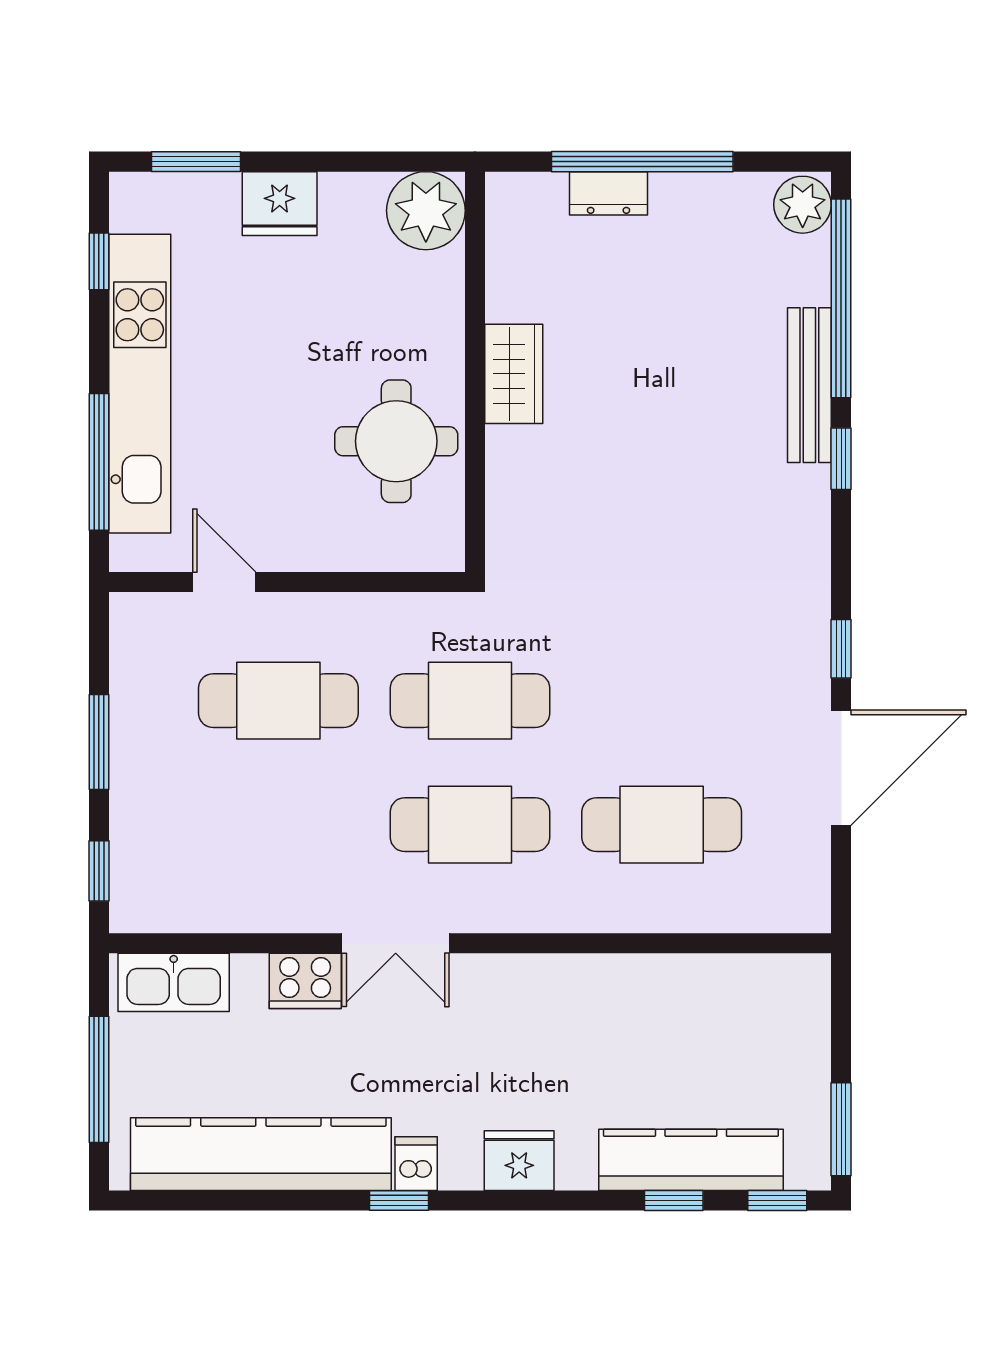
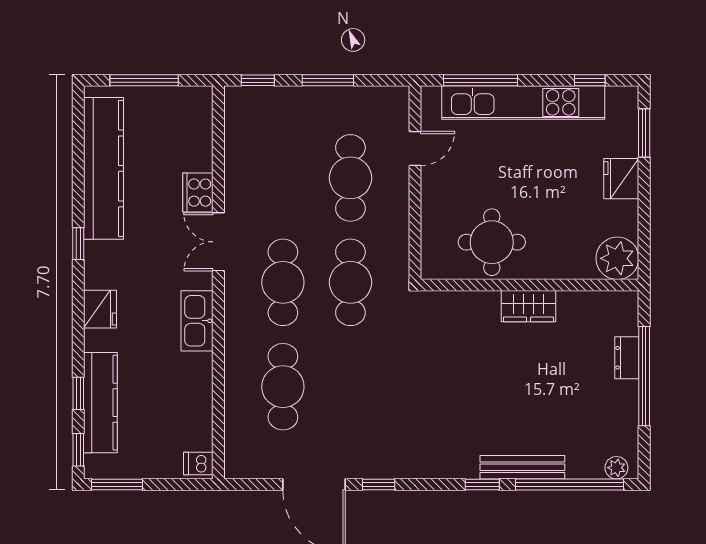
plant: (803, 205) -> (616, 468), width x0.73, depth x0.73
kitchen sink: (174, 982) -> (197, 321), moved
dishwasher: (416, 1164) -> (198, 464), moved, turned 180

